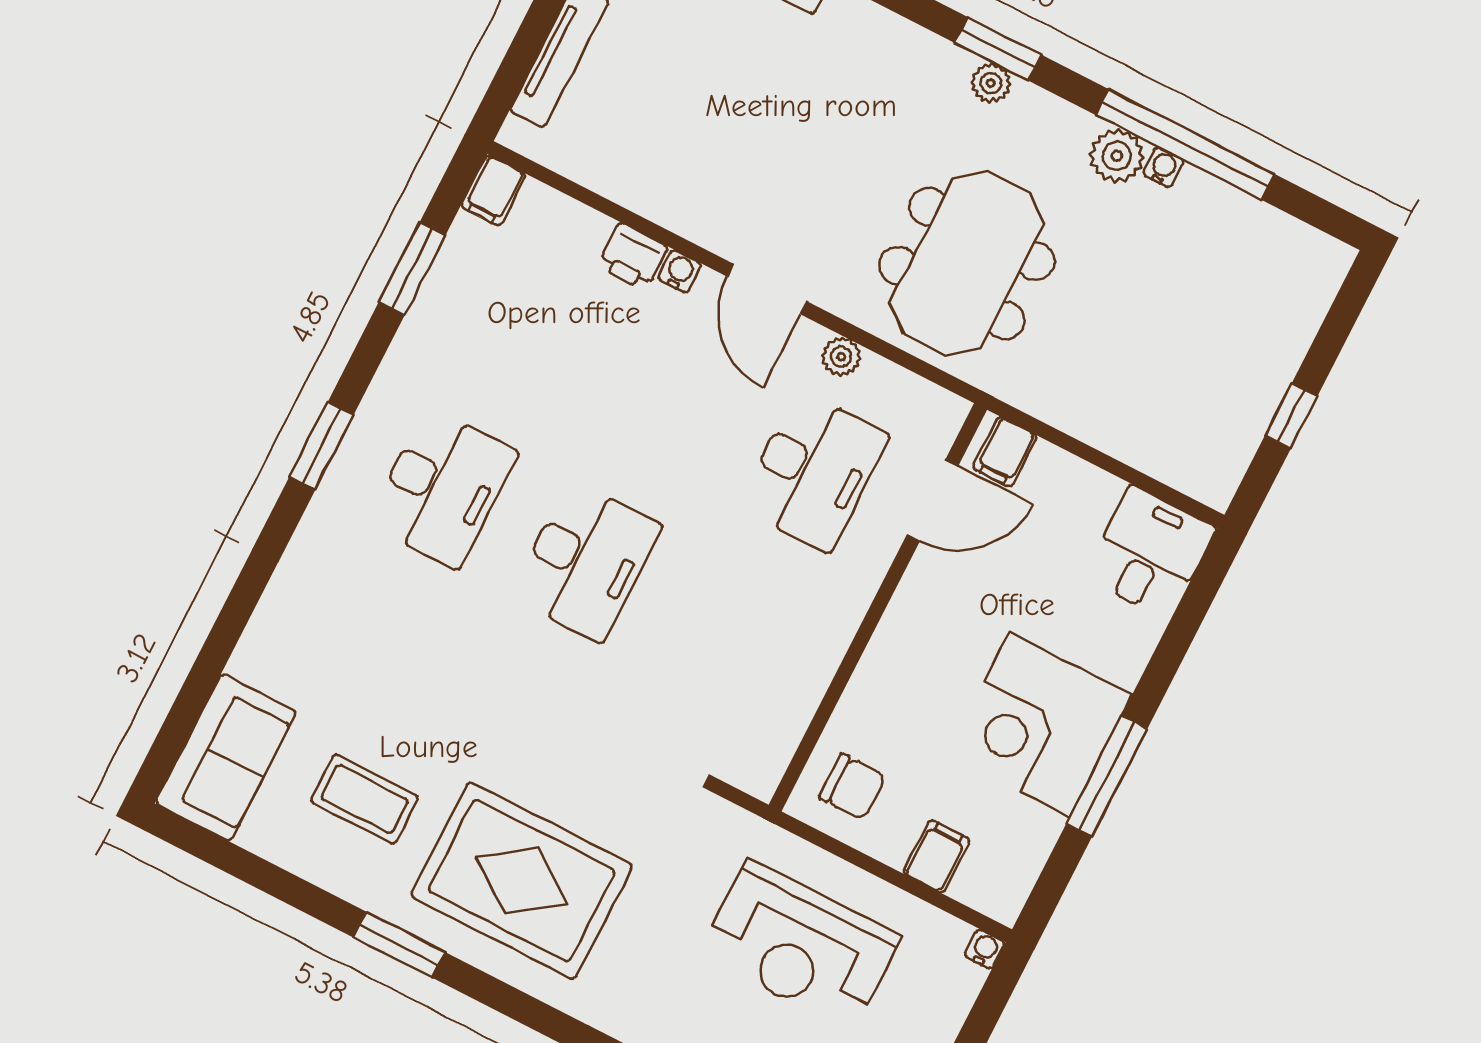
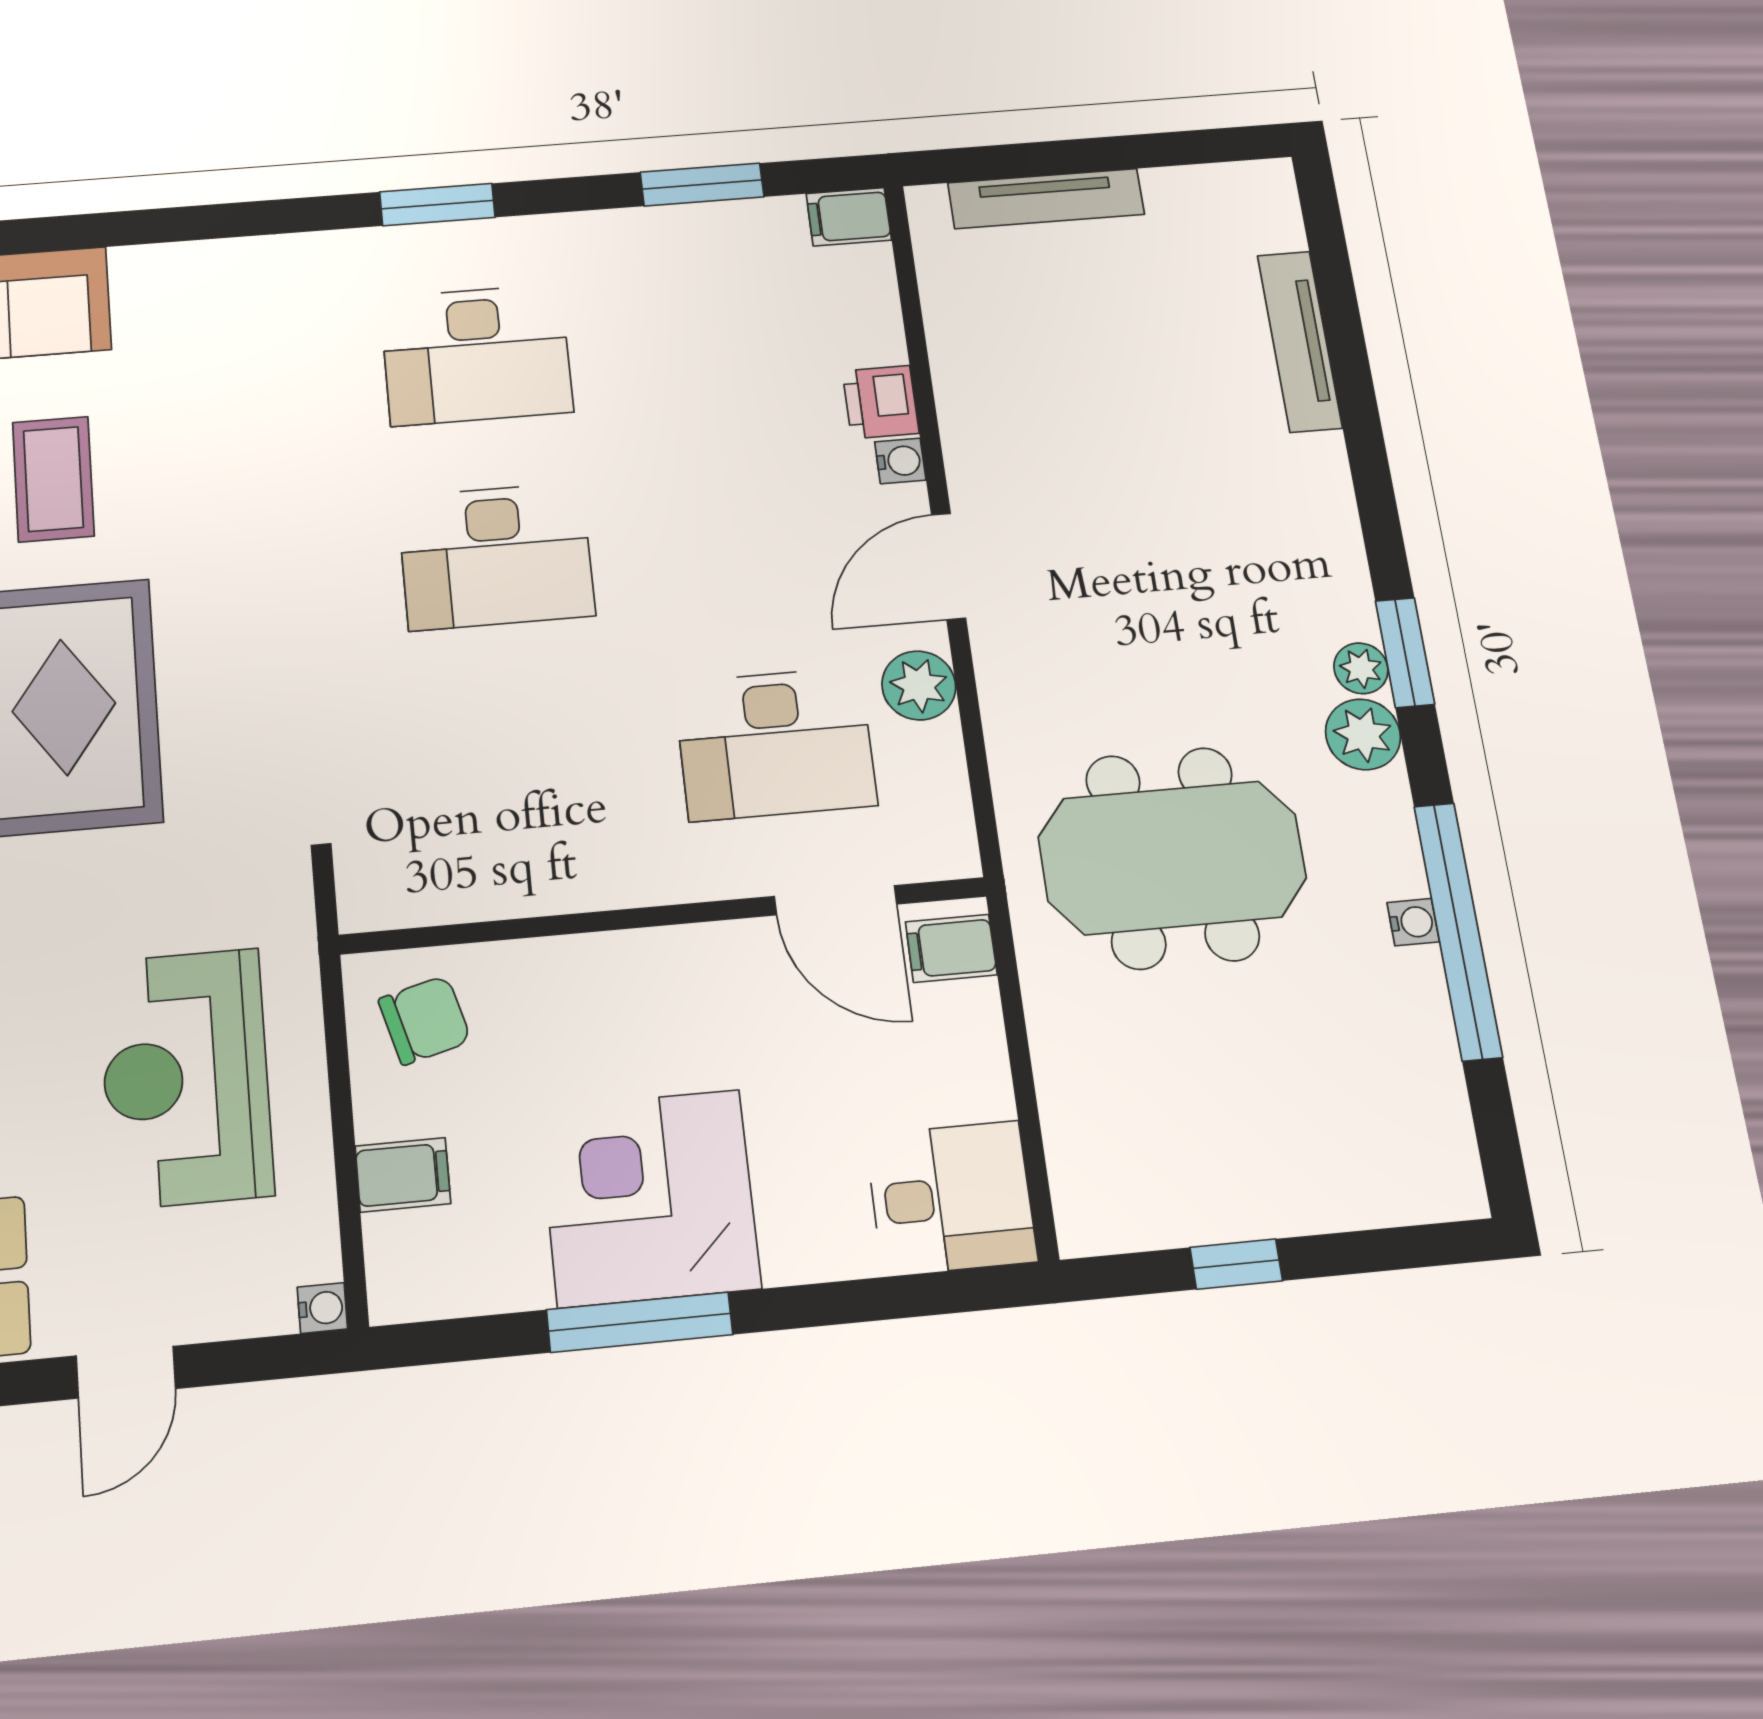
plant: (1117, 156) -> (1363, 734), moved
meeting table: (967, 263) -> (1172, 858), moved
plant: (841, 357) -> (919, 685), width x1.38, depth x1.38
chair: (852, 787) -> (425, 1020), turned -105

